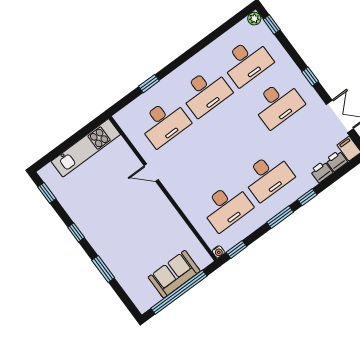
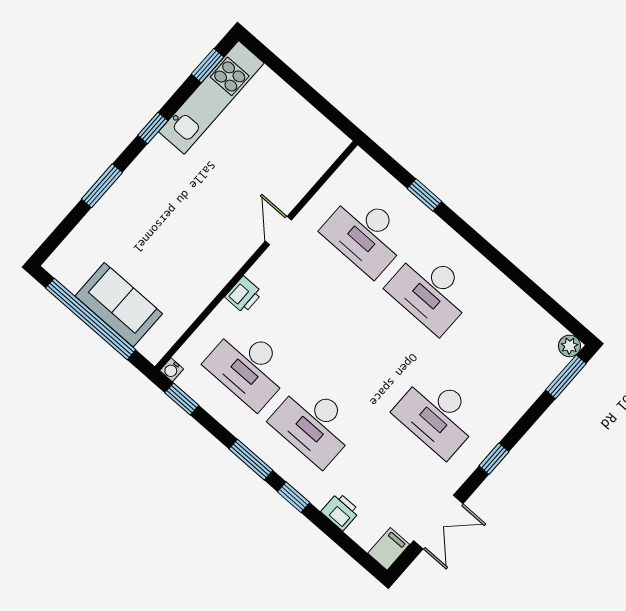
window: (272, 25) -> (566, 377), width x1.50
desk: (247, 61) -> (496, 349), removed
kitchen unit: (86, 148) -> (211, 97), moved, turned -90
printer: (336, 161) -> (244, 295), moved, turned 90

